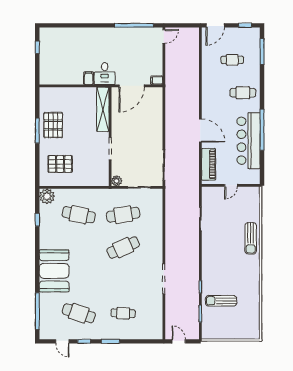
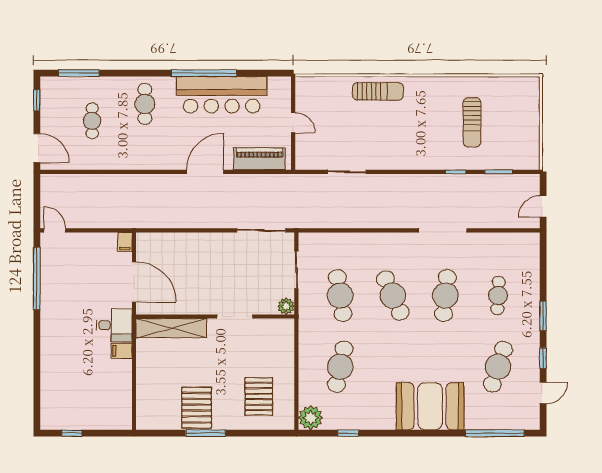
pallet: (53, 125) -> (197, 408), turned 90
cafe table: (123, 280) -> (445, 296), added
sun lounger: (221, 301) -> (472, 122), moved

